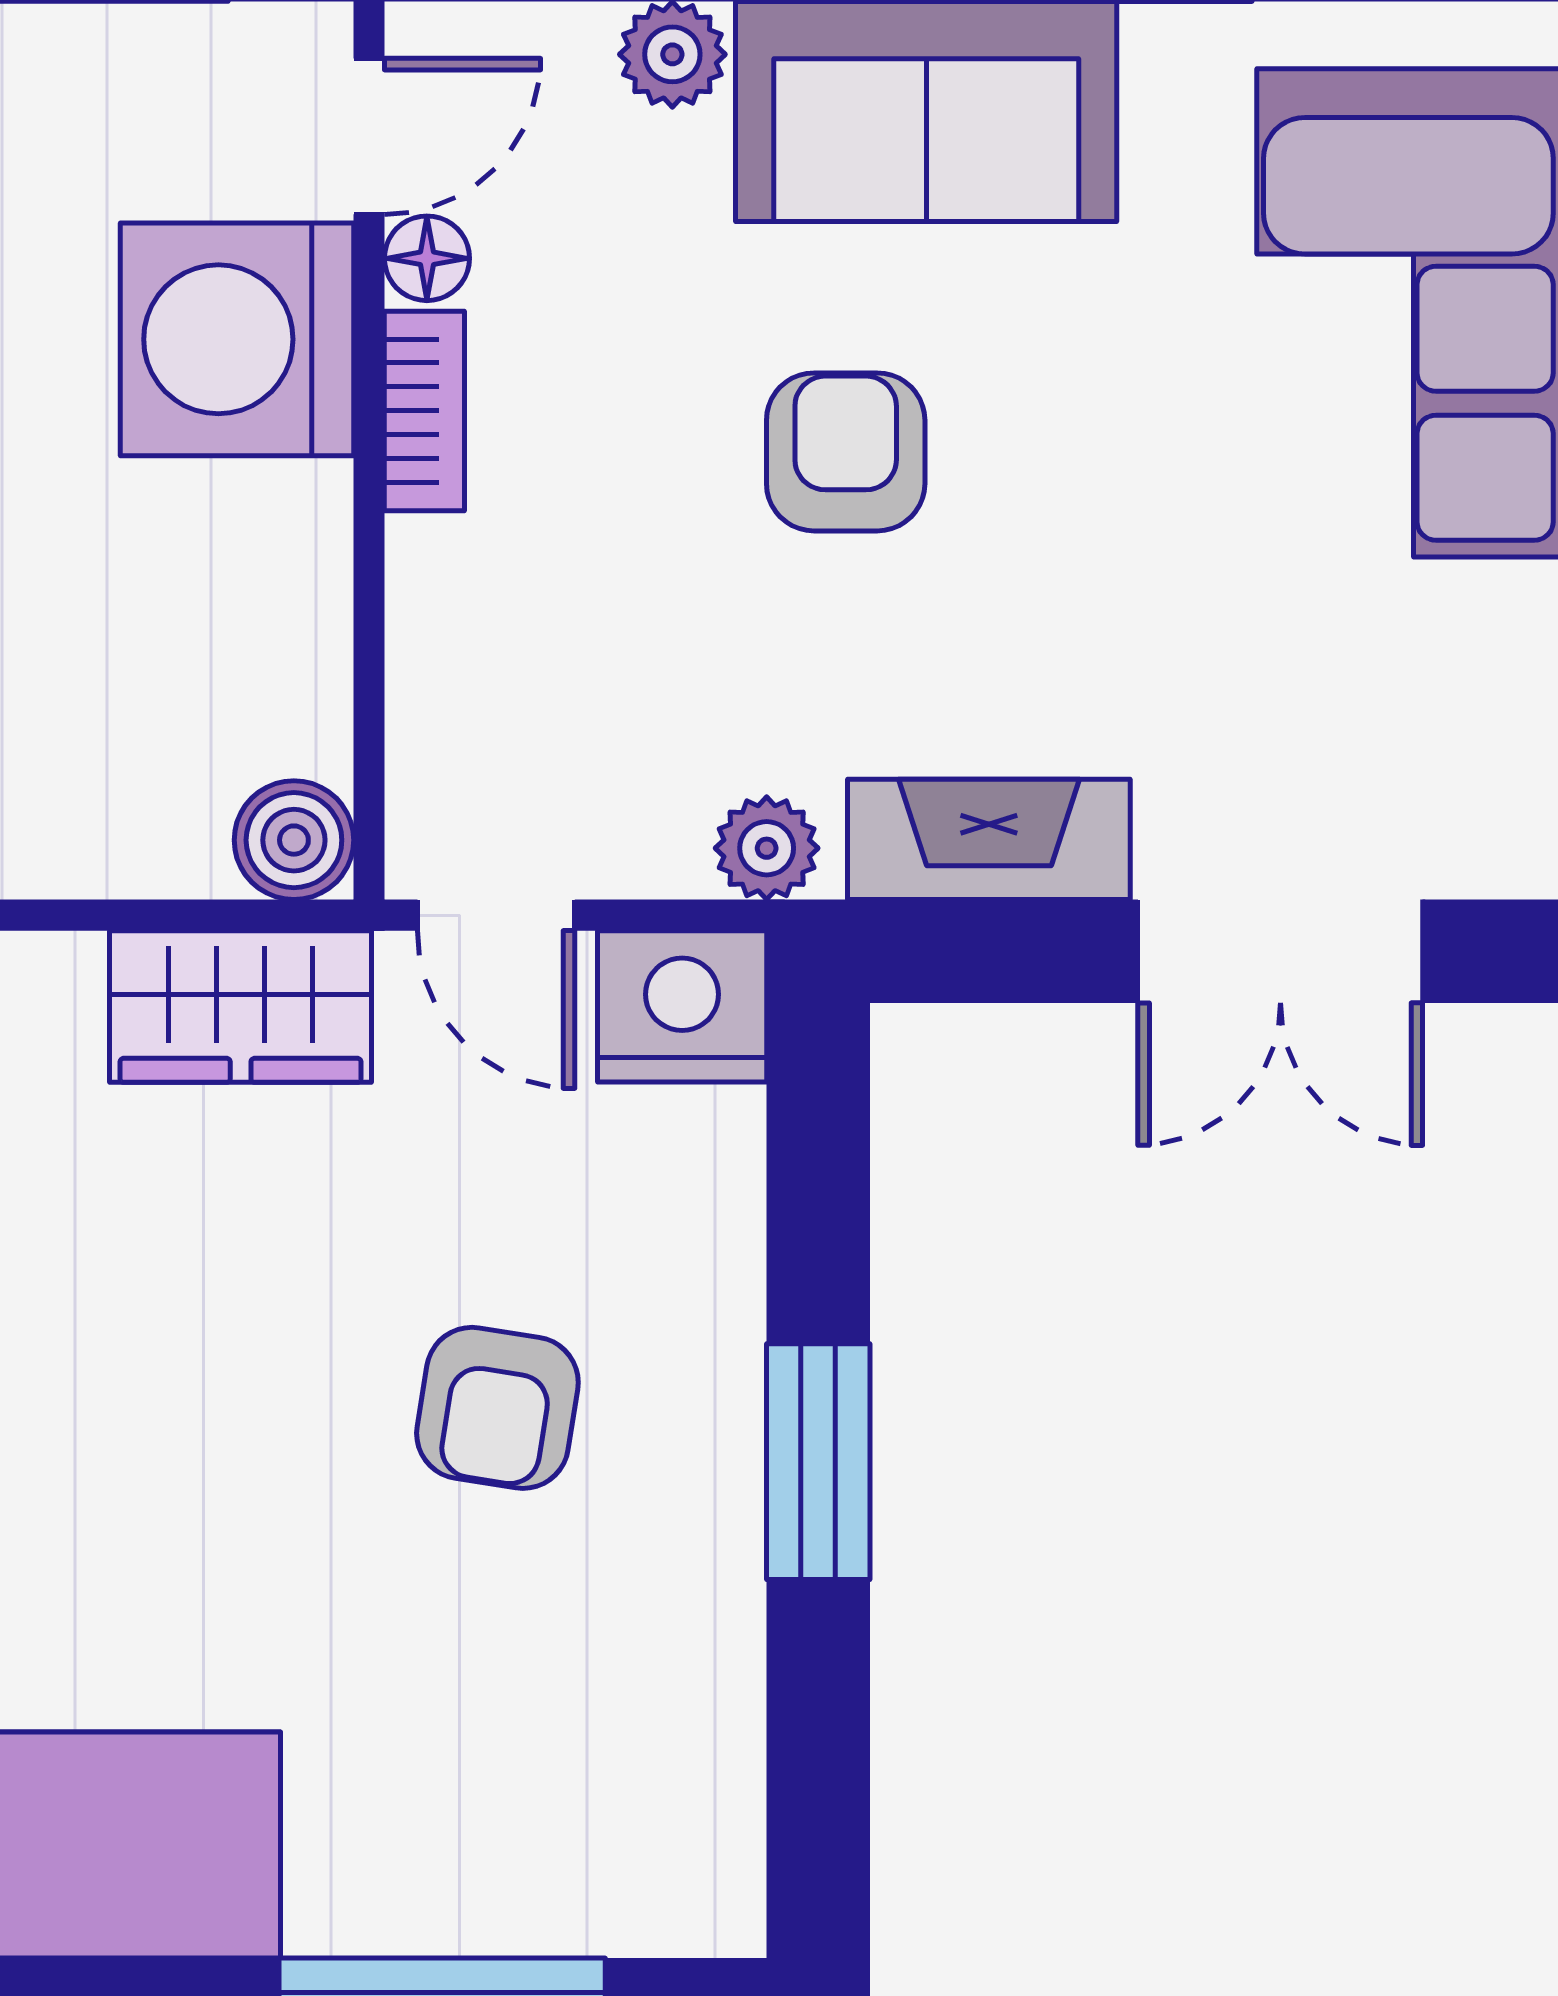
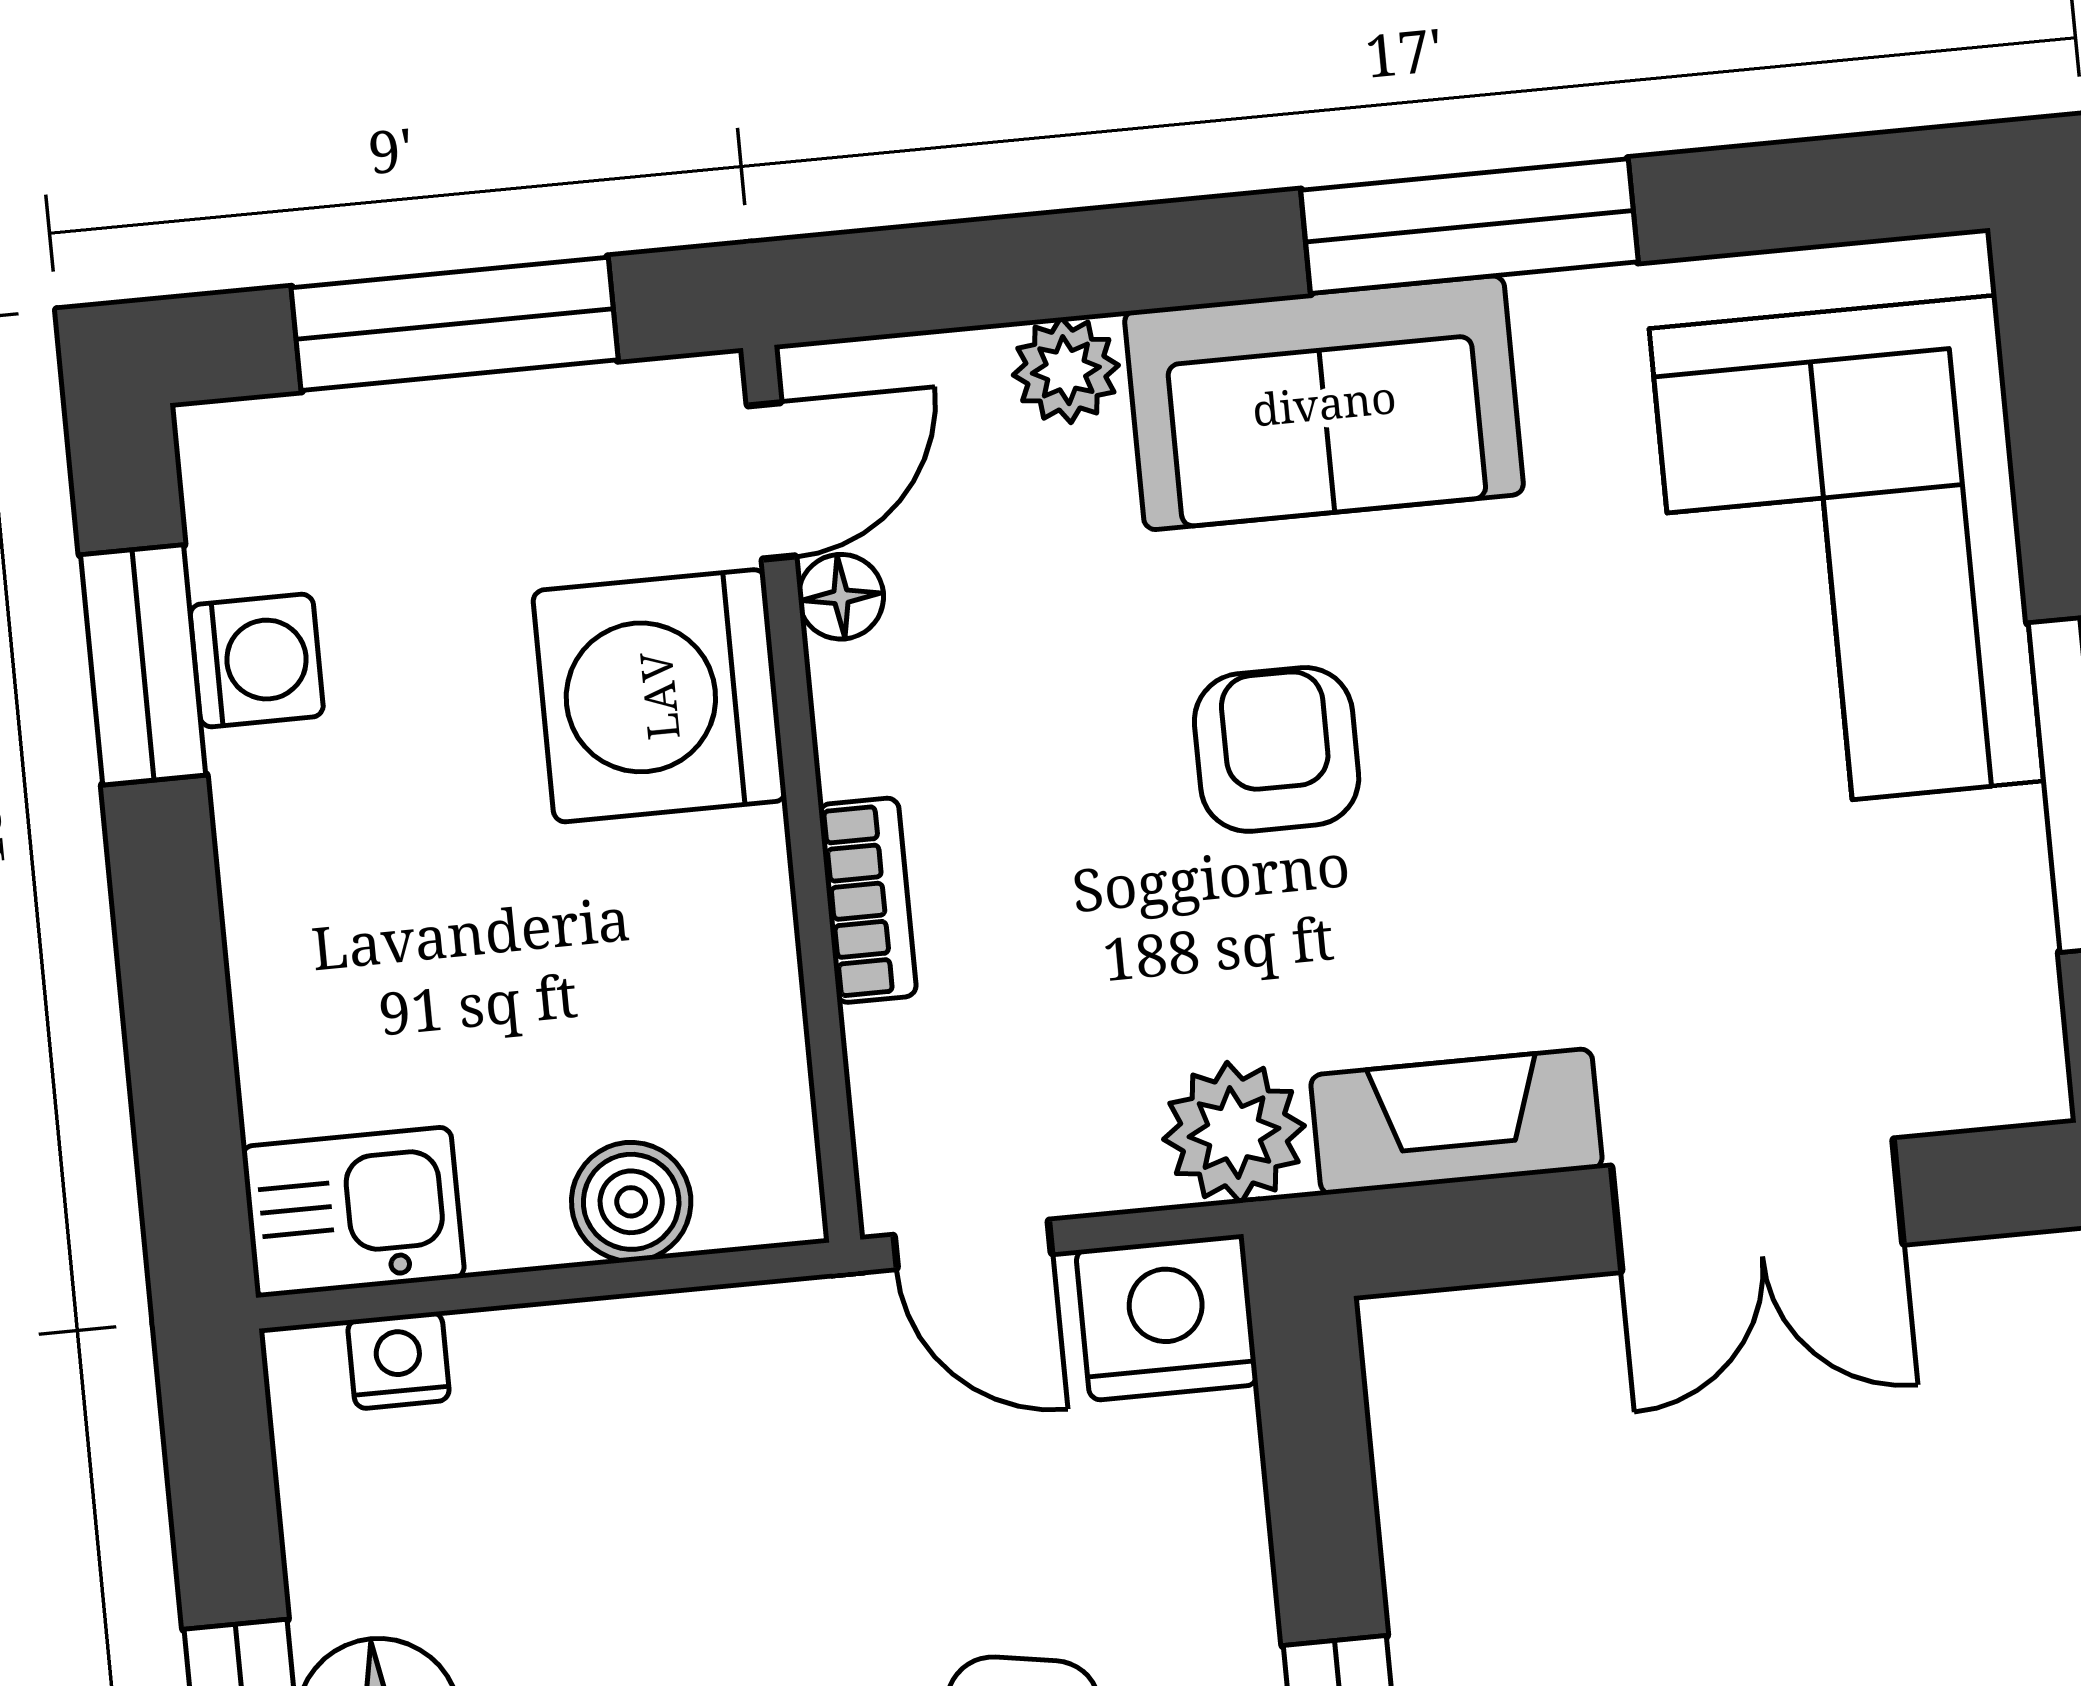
bookcase: (424, 411) -> (868, 900), moved
boiler: (294, 840) -> (631, 1202), moved
plant: (767, 848) -> (1234, 1133), width x1.38, depth x1.38
wardrobe: (241, 1007) -> (727, 1360), removed

